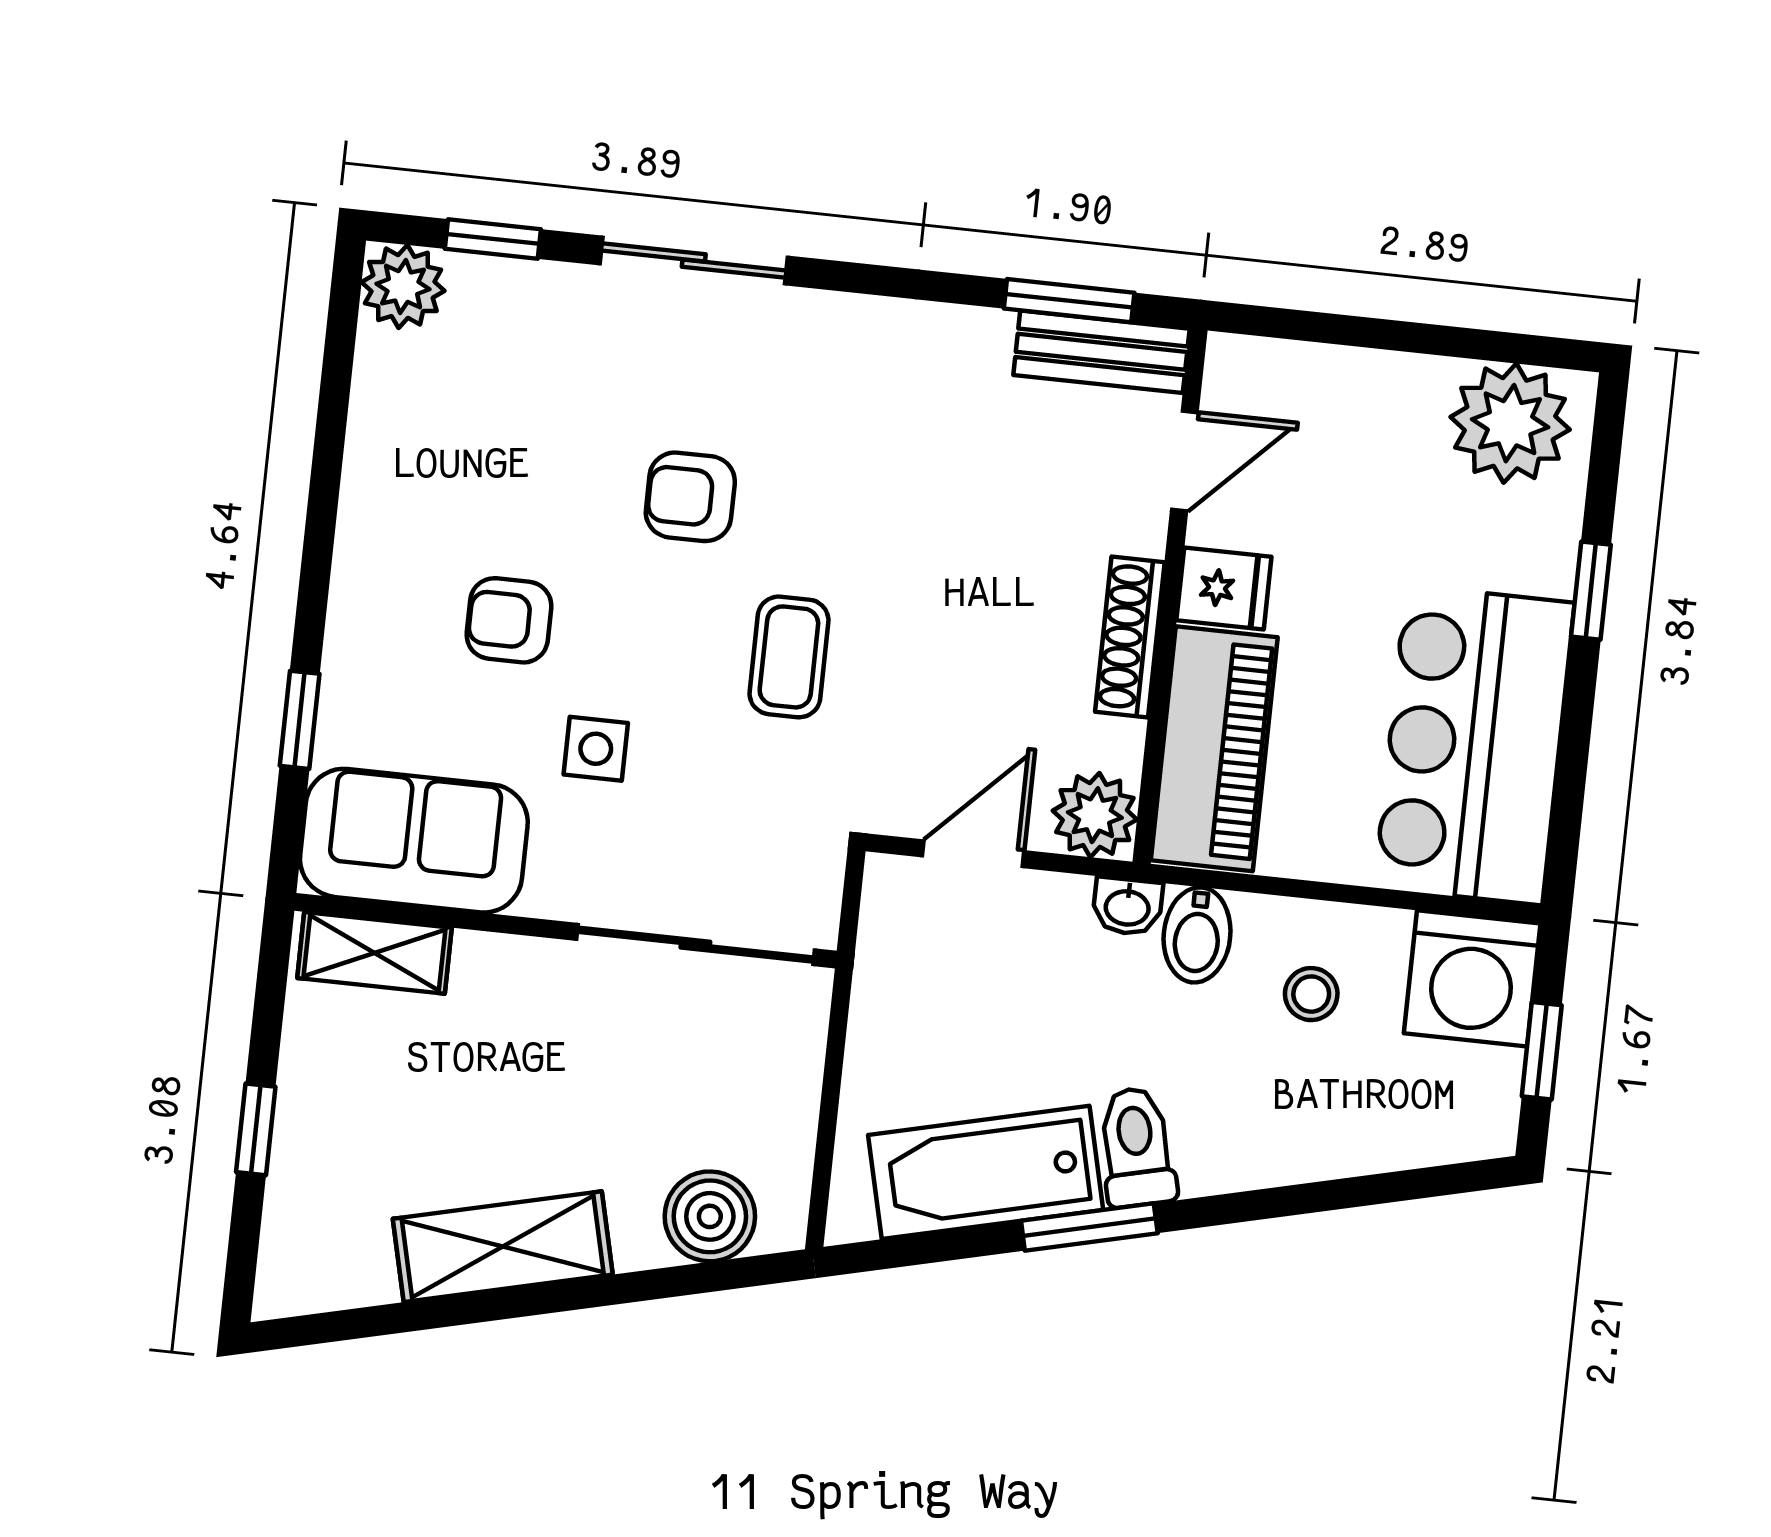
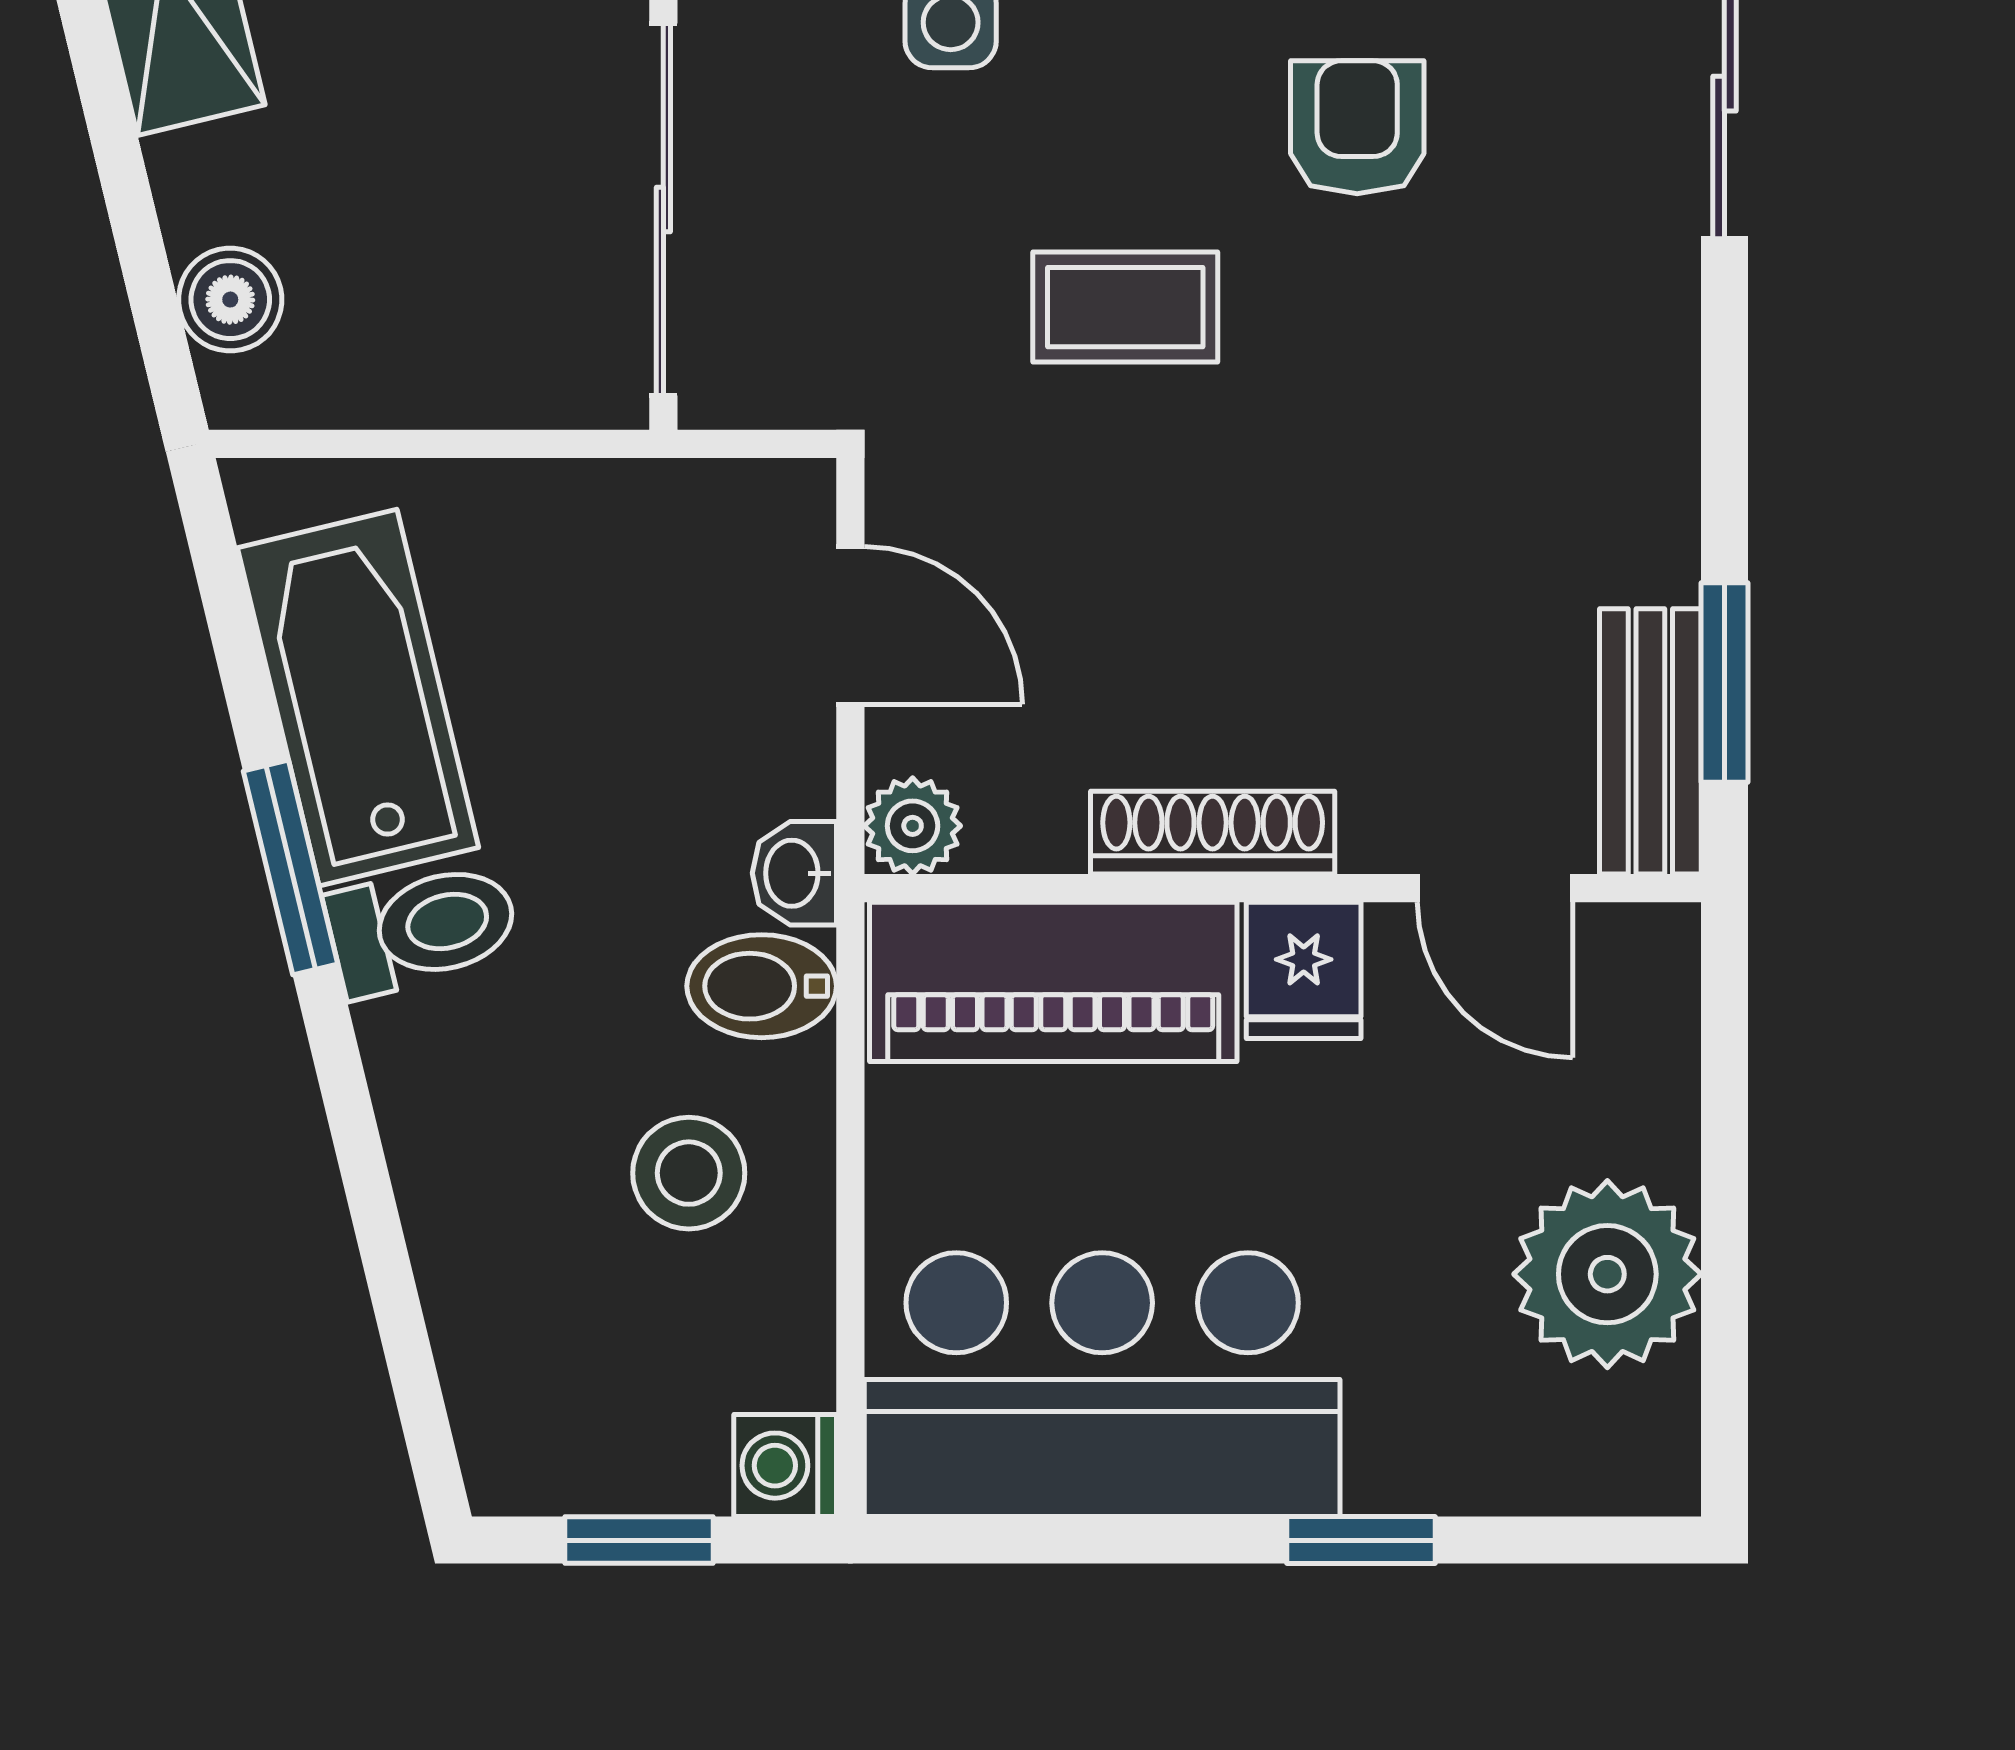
plant: (1510, 423) -> (1607, 1274), moved
plant: (1095, 815) -> (913, 826), width x0.73, depth x0.73
washing machine: (1472, 978) -> (785, 1466), width x0.53, depth x0.53
stool: (1311, 994) -> (689, 1173), width x1.37, depth x1.37
boiler: (710, 1216) -> (230, 300), width x0.73, depth x0.73

